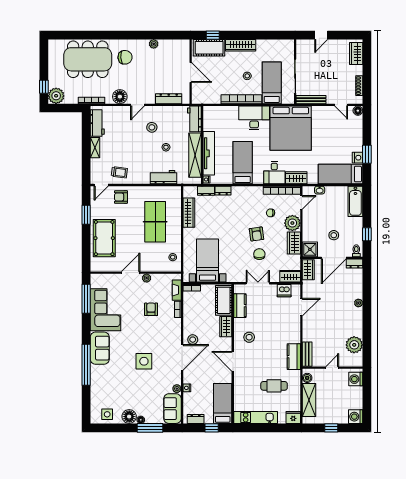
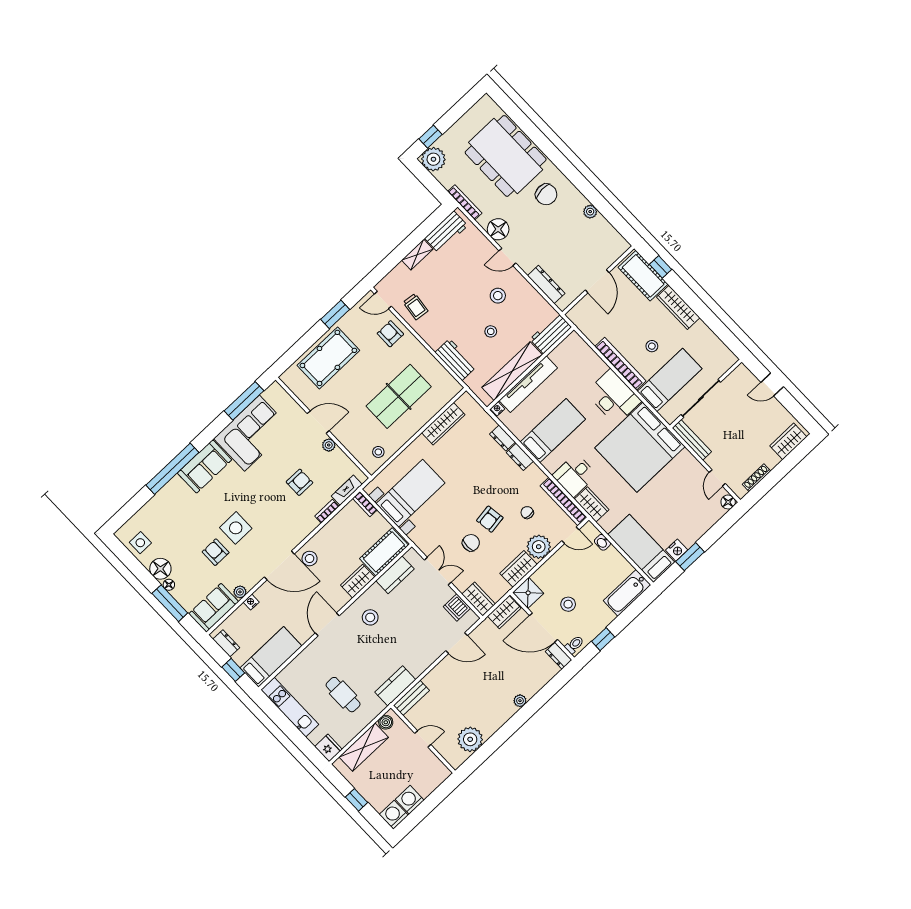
dresser: (206, 191) -> (520, 457), moved
washing machine: (356, 379) -> (410, 800), moved
armchair: (146, 382) -> (216, 552), added

